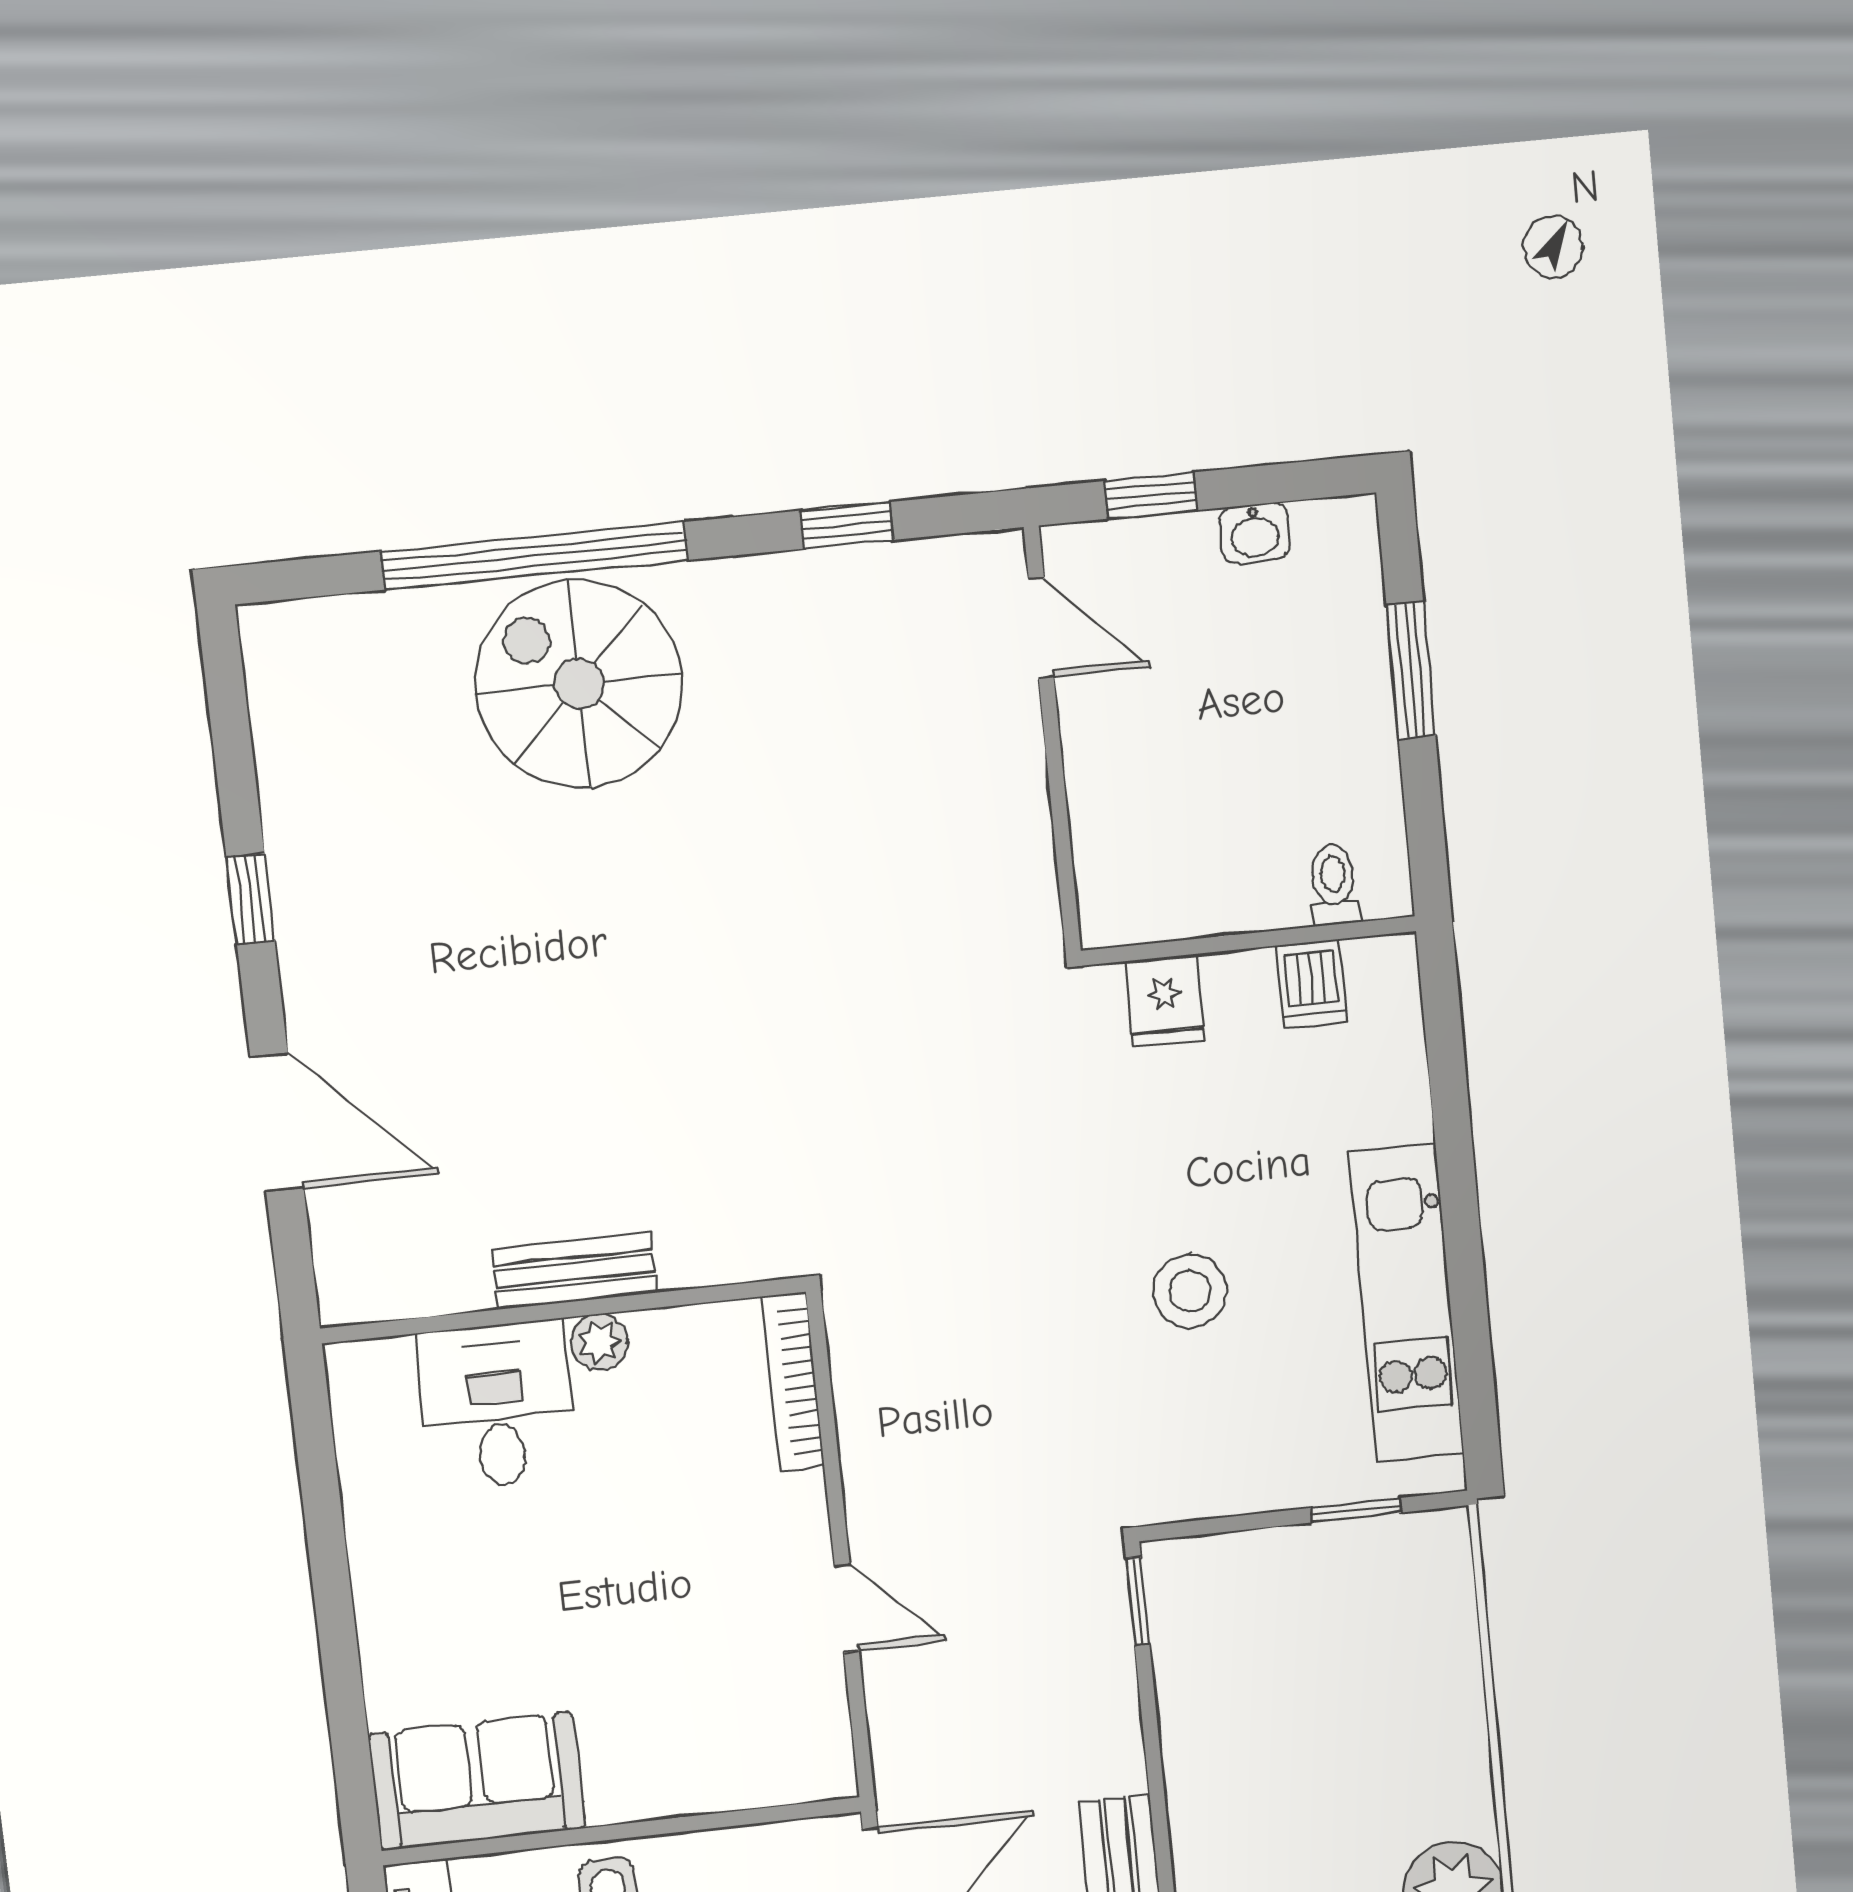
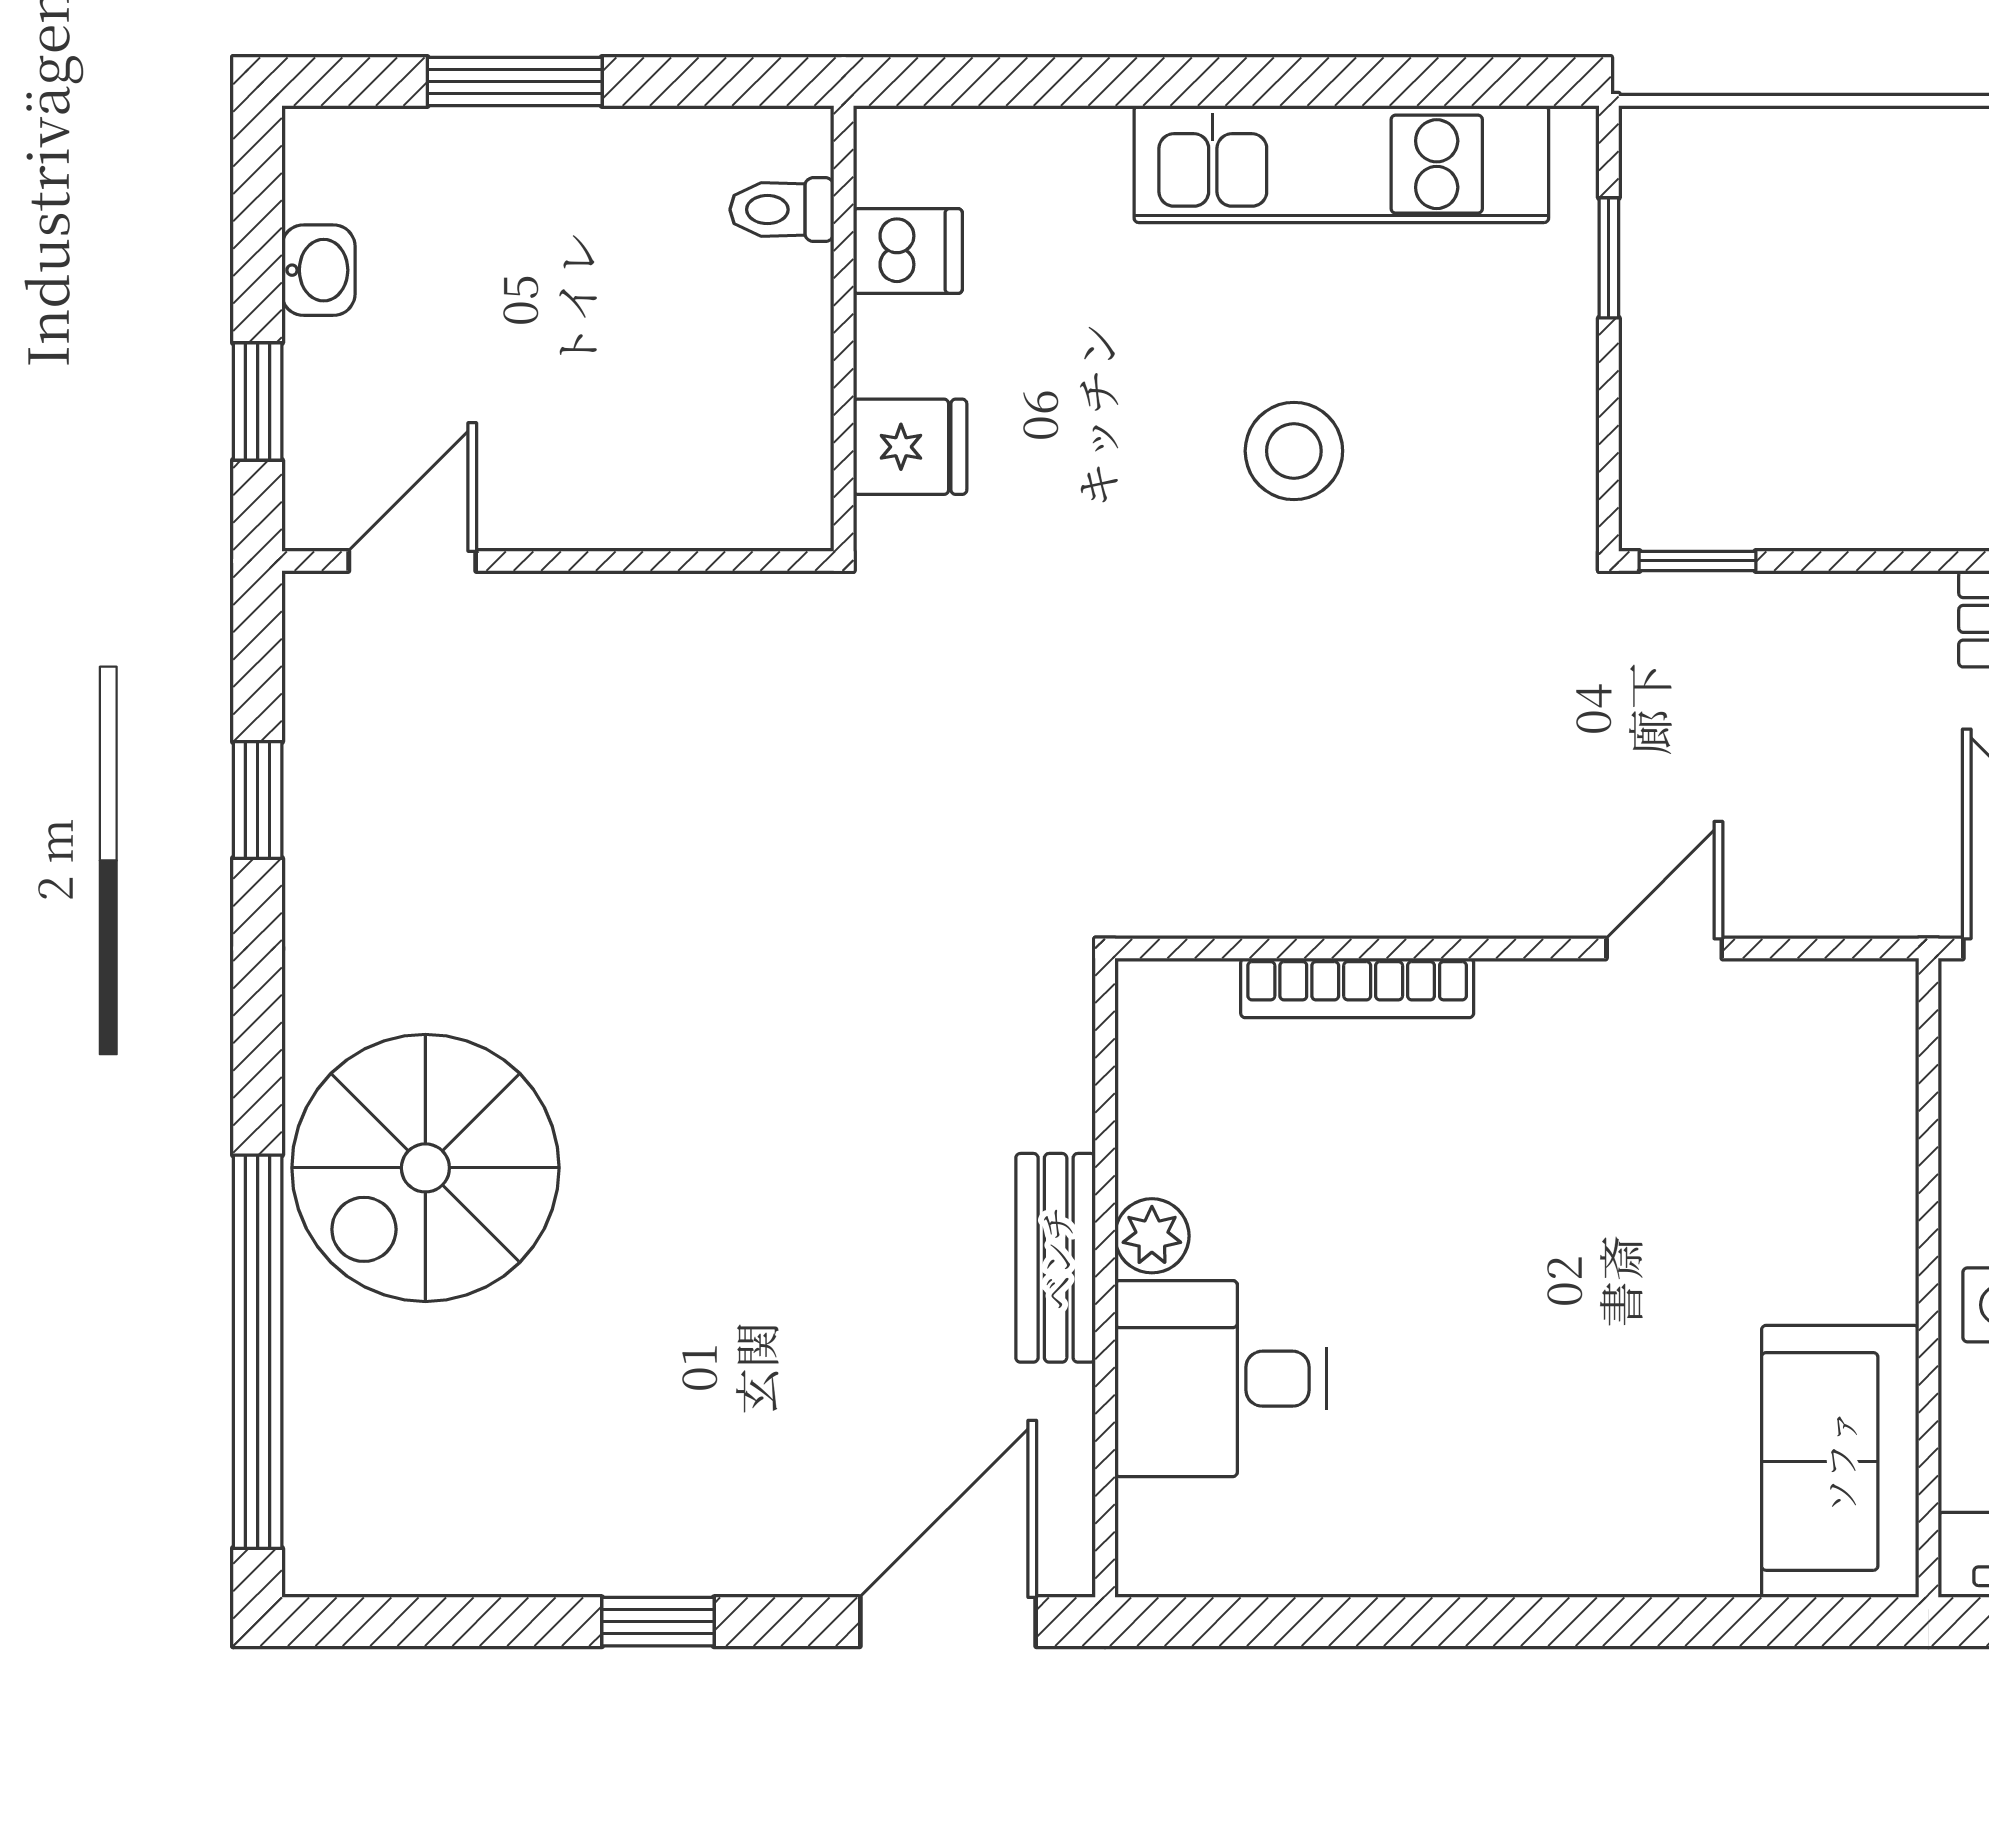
window: (534, 556) -> (258, 1352), moved
bench: (575, 1271) -> (1056, 1258), moved
wall: (564, 1310) -> (1105, 1278), moved
plant: (599, 1342) -> (1152, 1236), moved
desk: (497, 1405) -> (1220, 1379), moved

